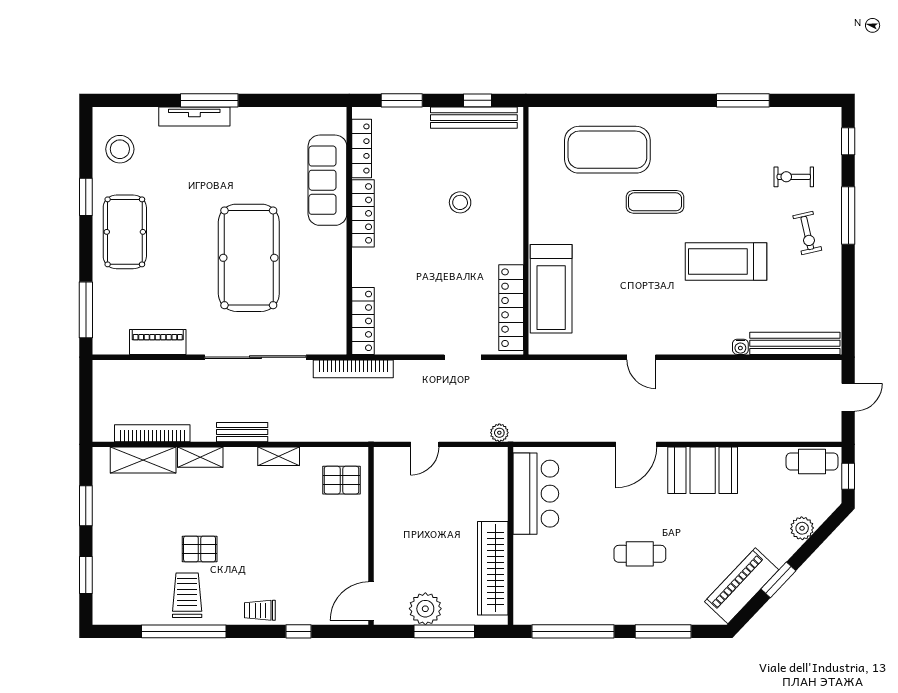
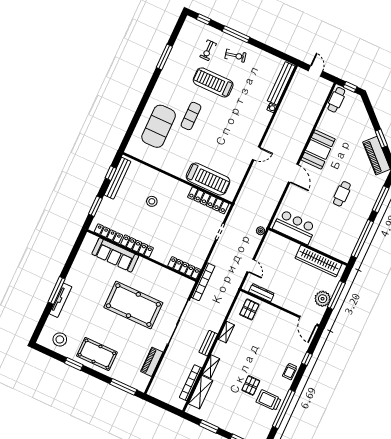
treadmill: (726, 262) -> (213, 82), moved, turned 90
dresser: (384, 488) -> (261, 293), added
plant: (802, 528) -> (364, 118), removed

